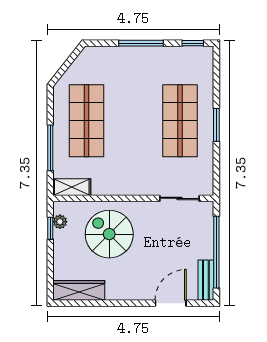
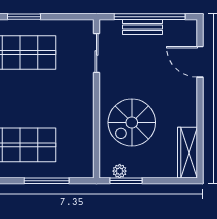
shelving: (72, 187) -> (85, 159), removed
window: (50, 228) -> (126, 181), width x1.50
bench: (206, 280) -> (142, 27), moved

